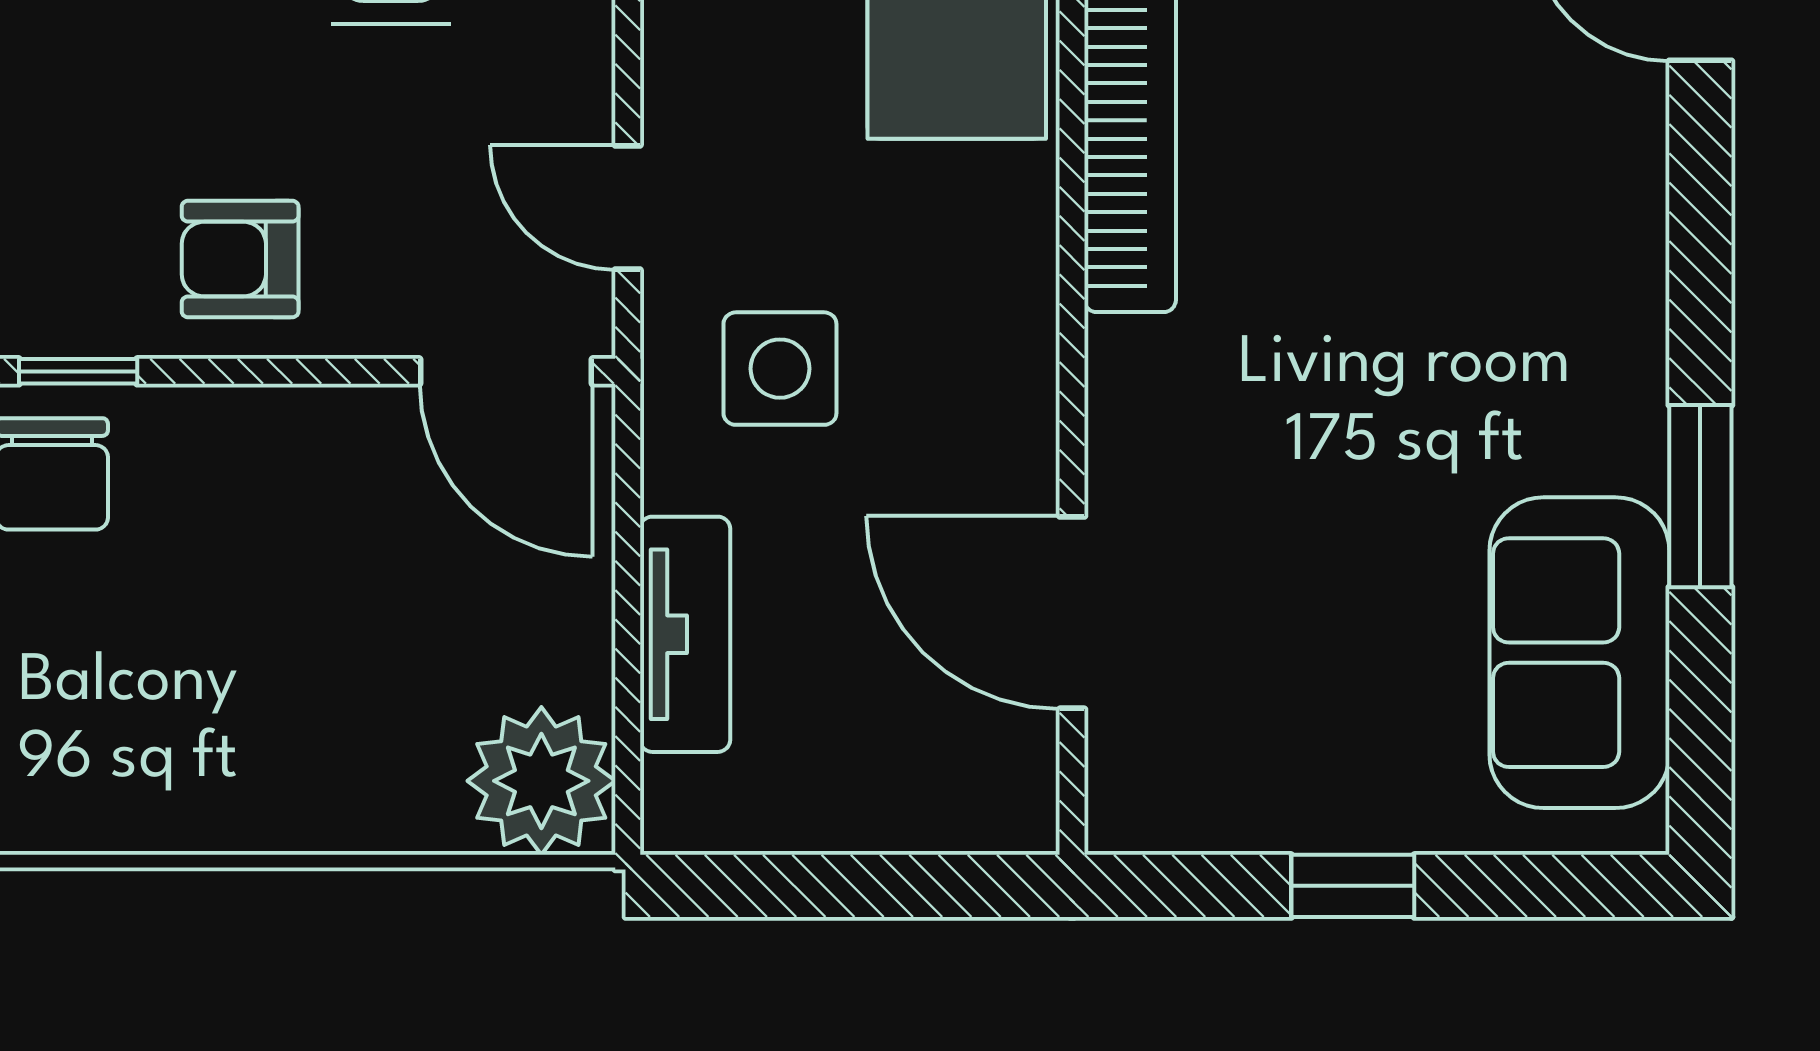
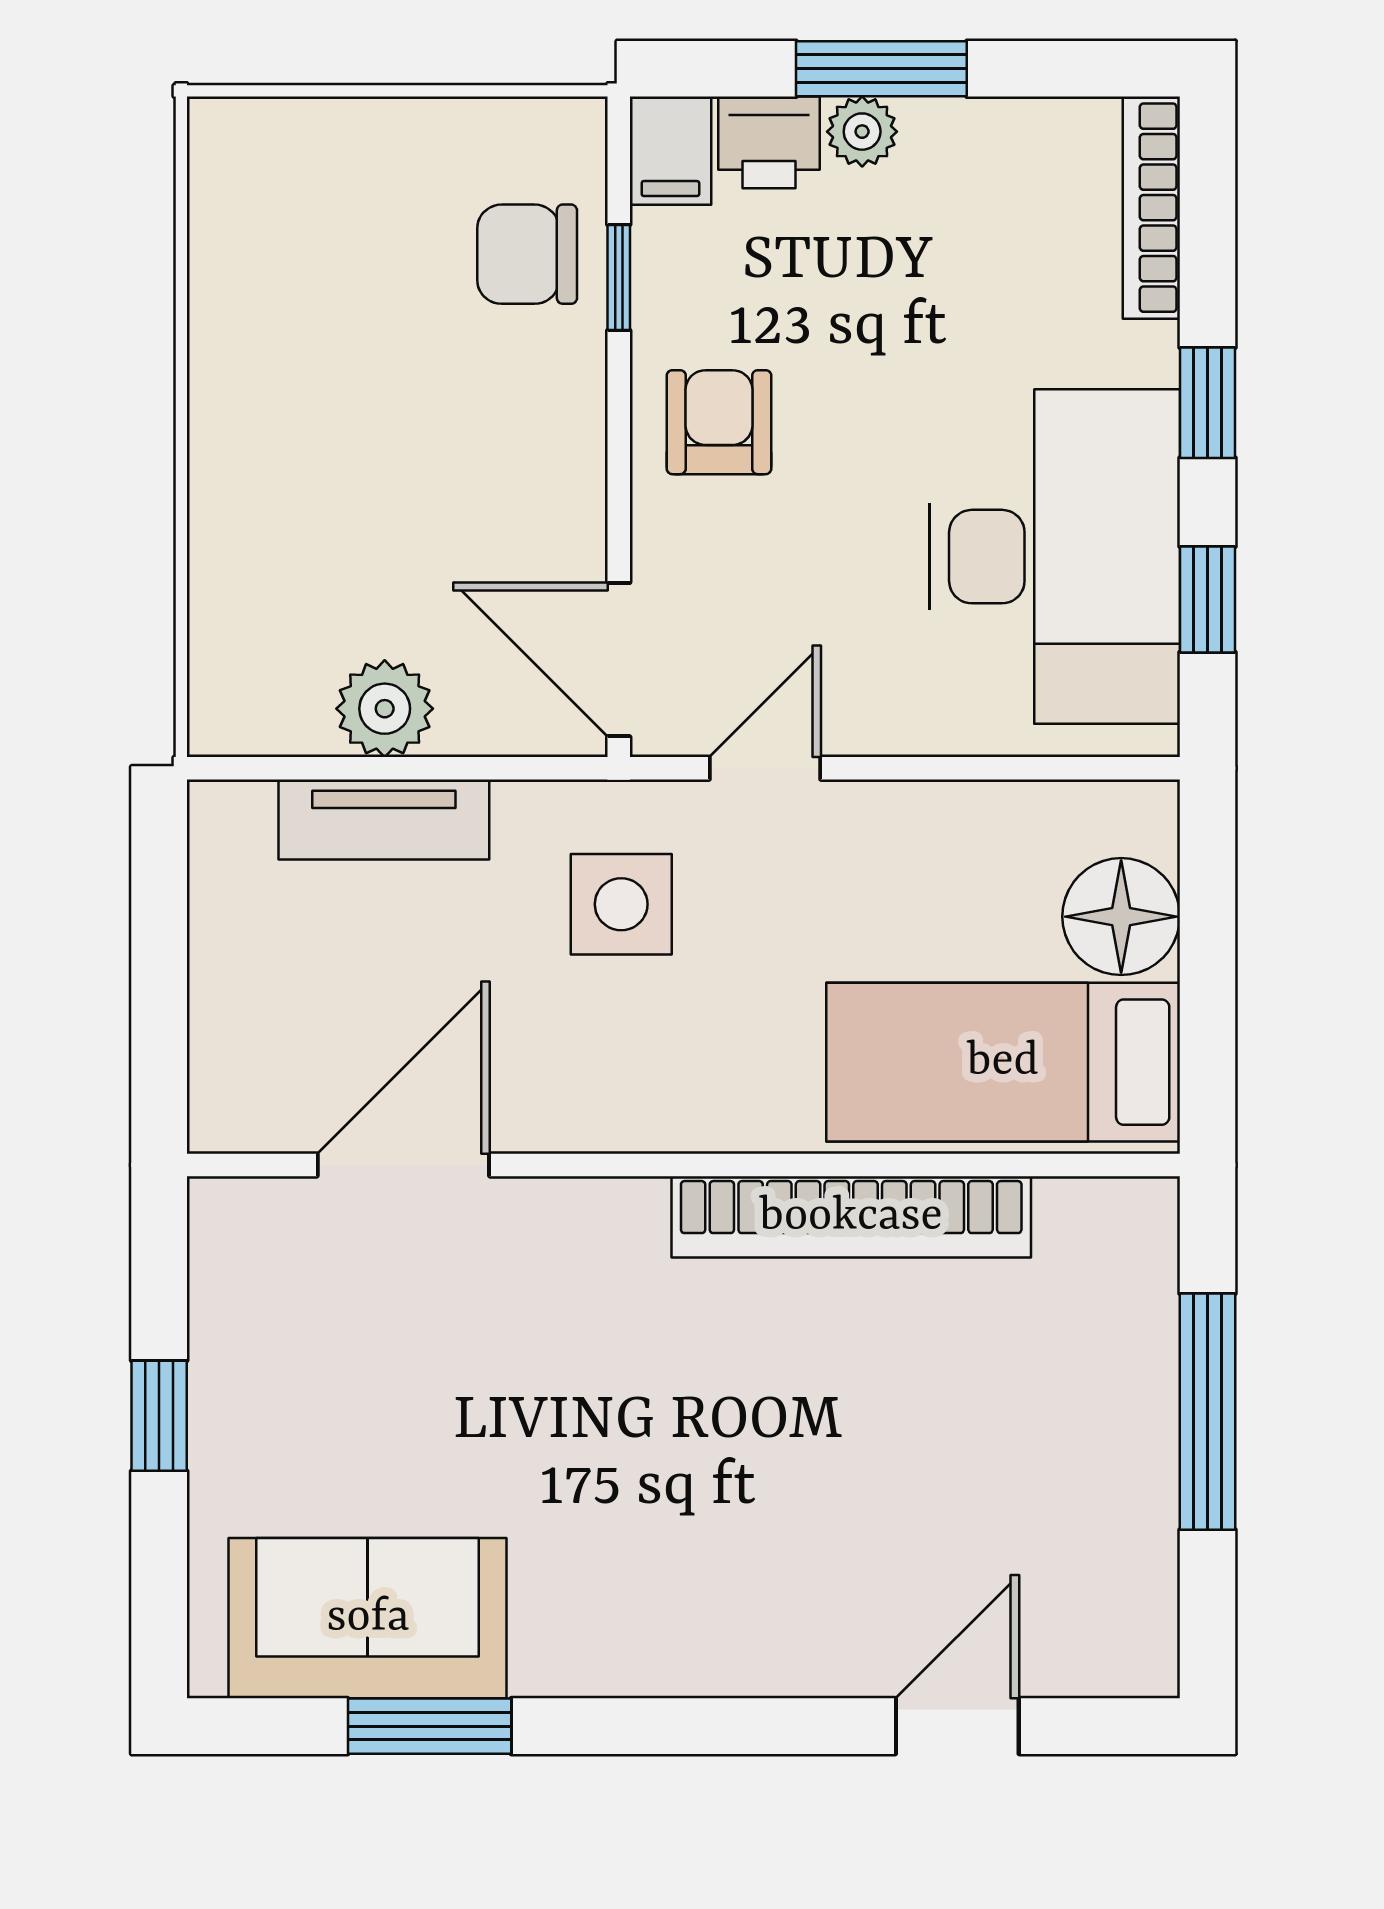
door: (506, 371) -> (619, 660), hinge flipped
window: (1700, 496) -> (430, 1726), moved
plant: (541, 781) -> (385, 709), moved, width x0.73, depth x0.73

